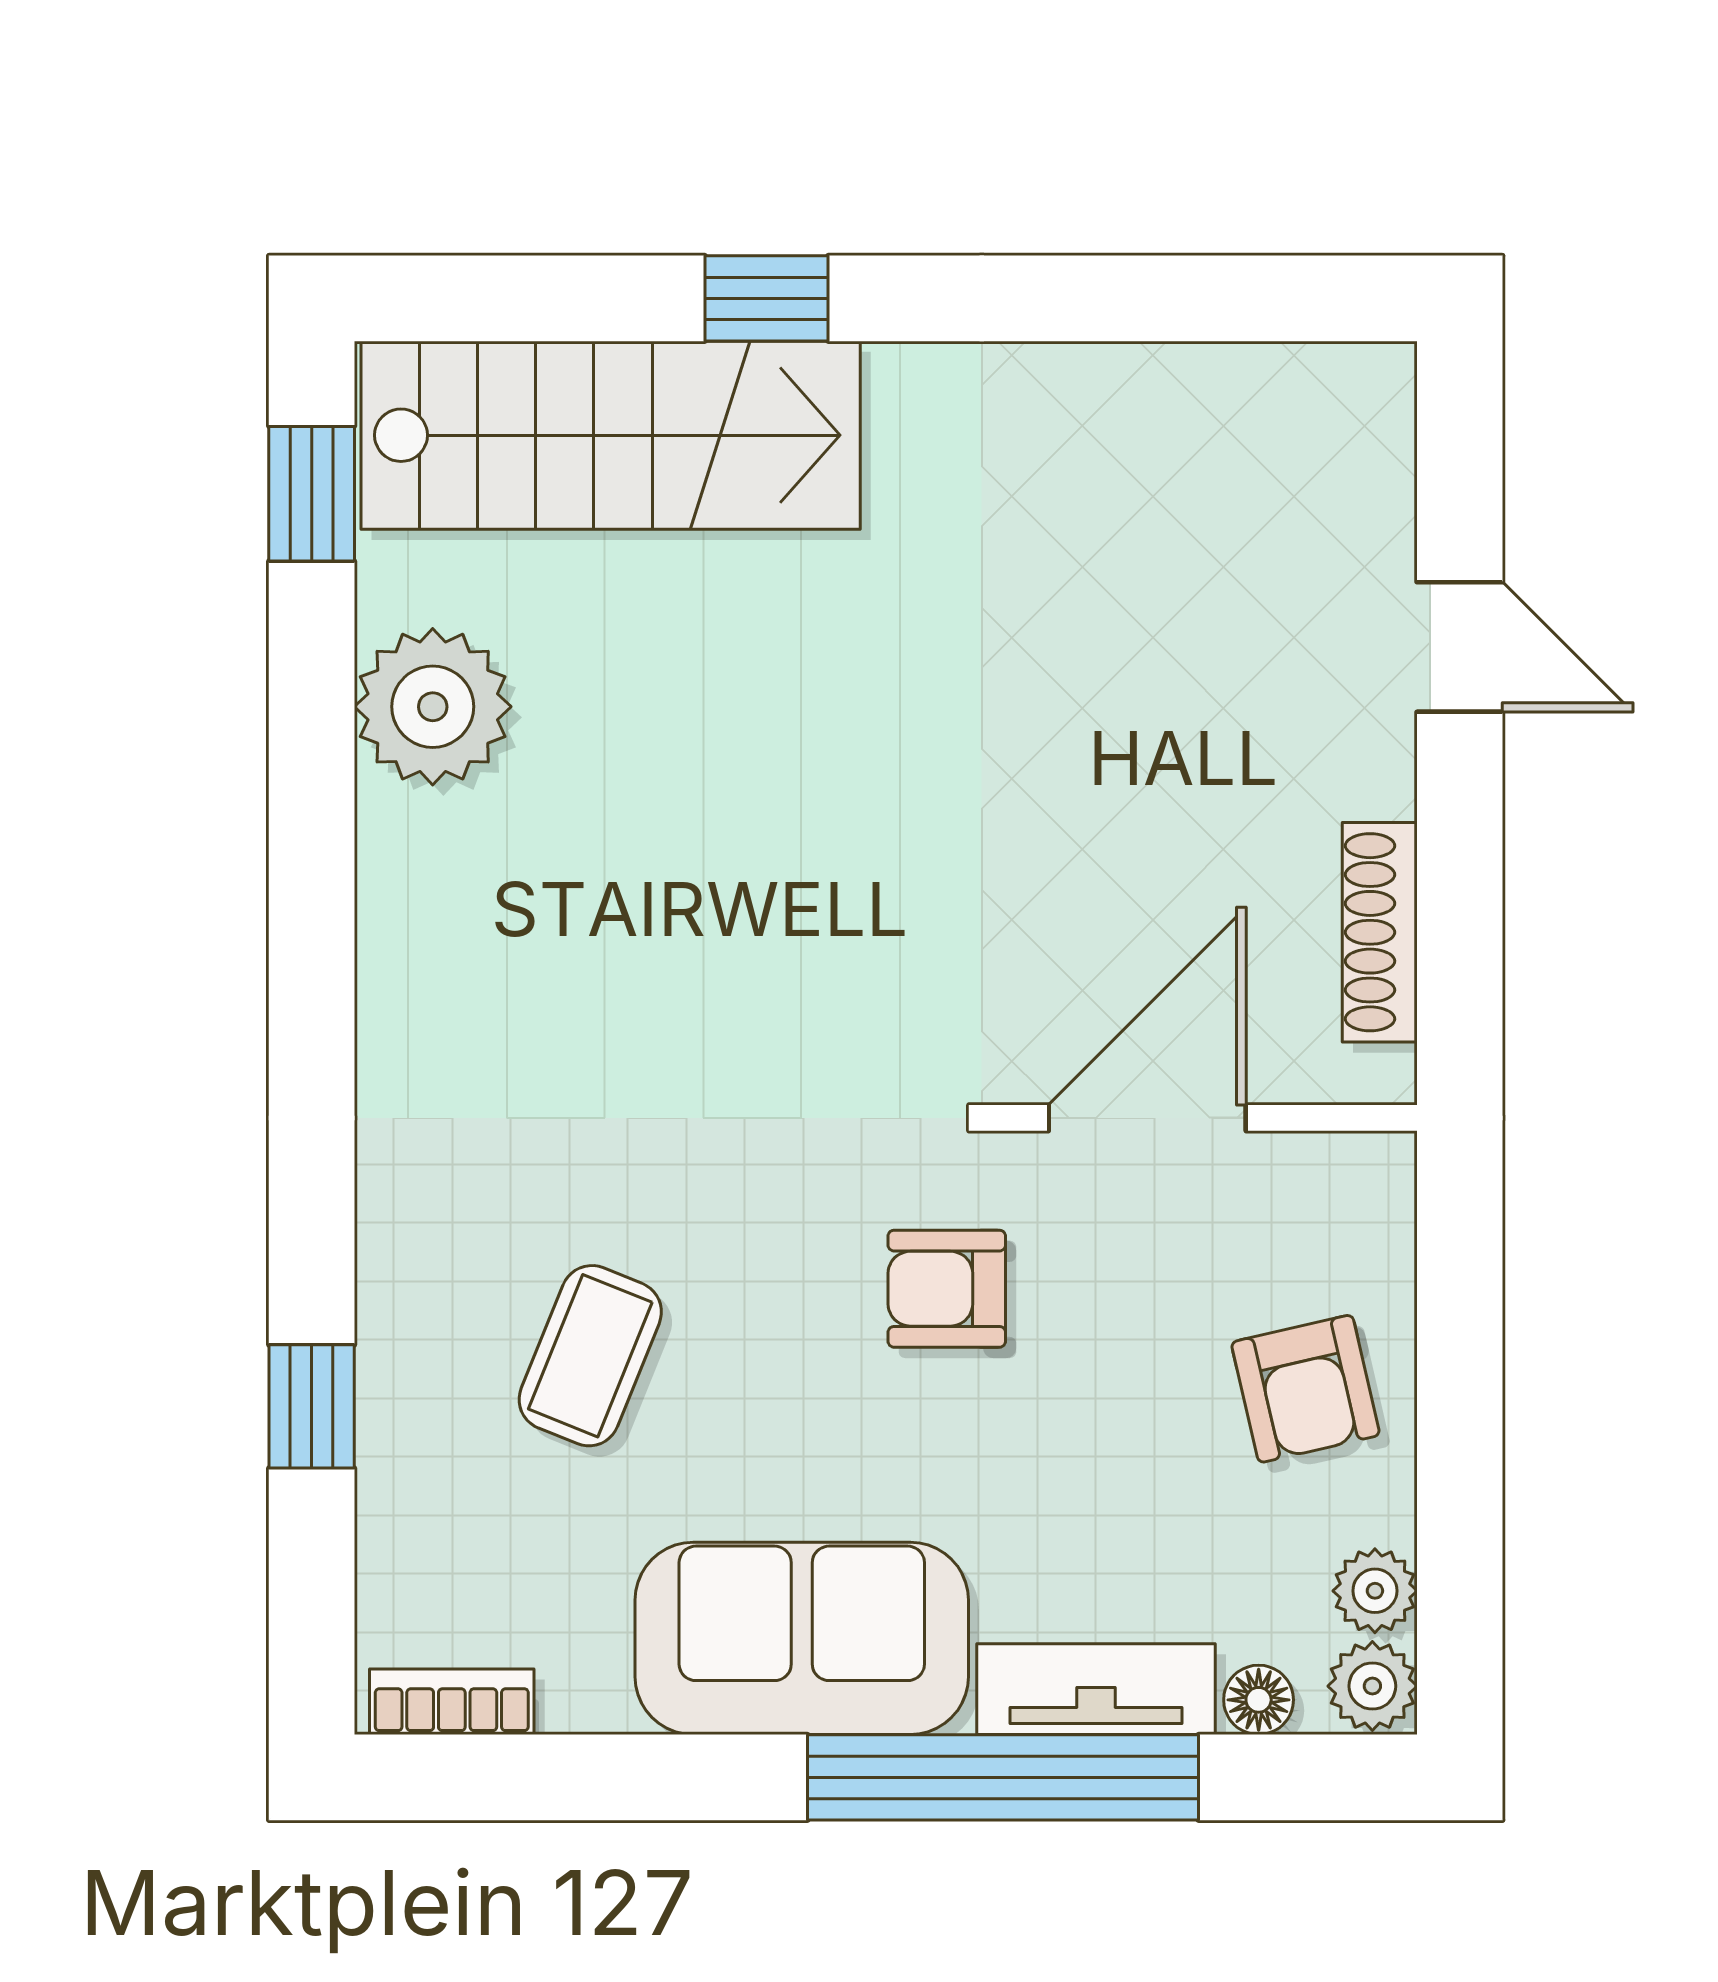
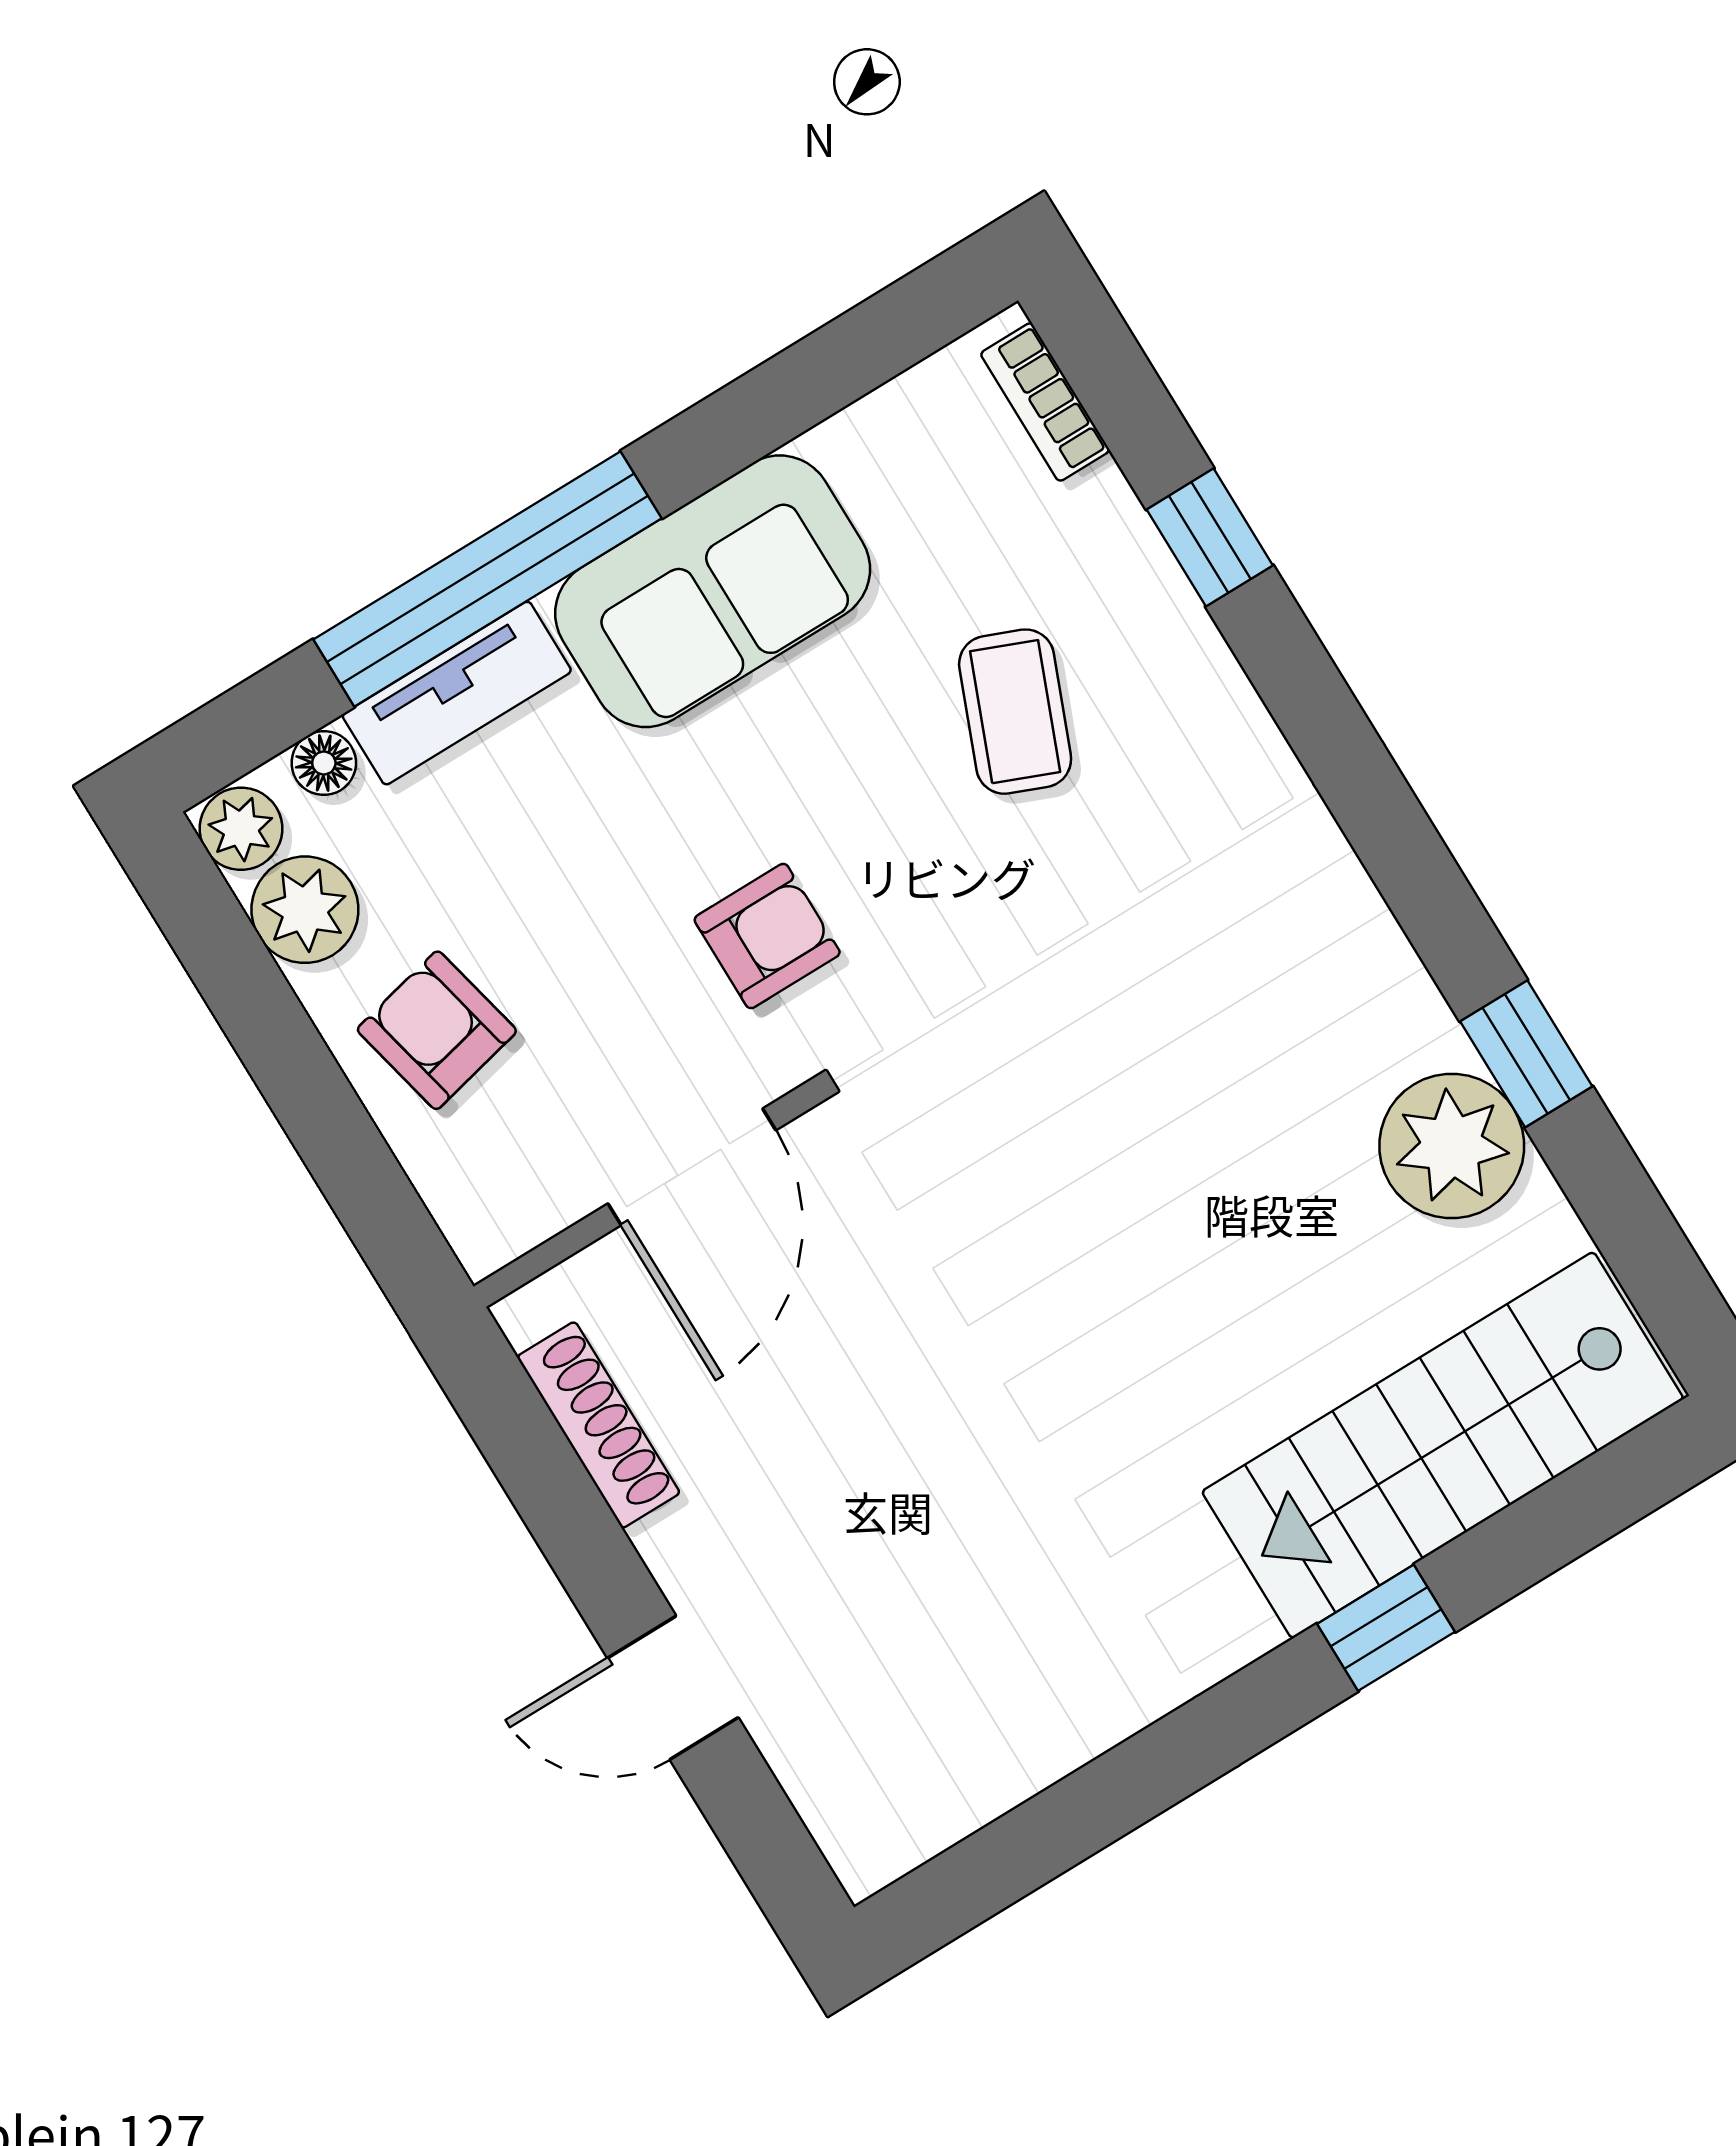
window: (312, 494) -> (1526, 1054), moved
plant: (1375, 1591) -> (305, 910), width x1.38, depth x1.38
bookcase: (452, 1702) -> (1045, 402), moved, turned 90

